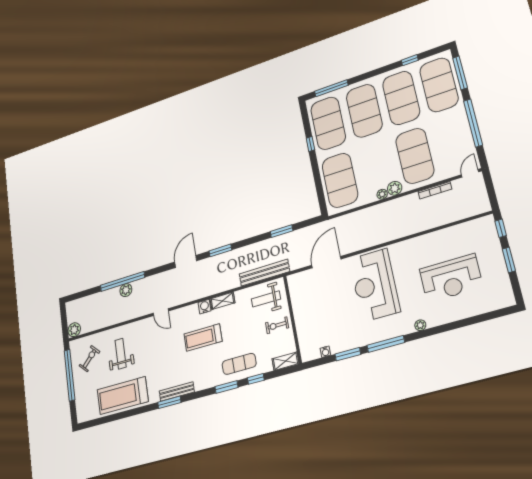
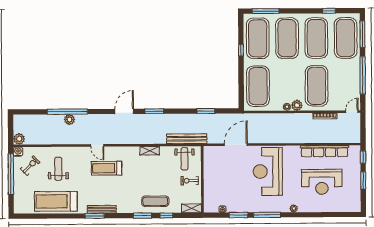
row of seats: (445, 236) -> (325, 151), added
weight bench: (266, 299) -> (185, 159), turned -90
water cooler: (205, 307) -> (18, 152), moved
treadmill: (203, 338) -> (107, 168), moved

